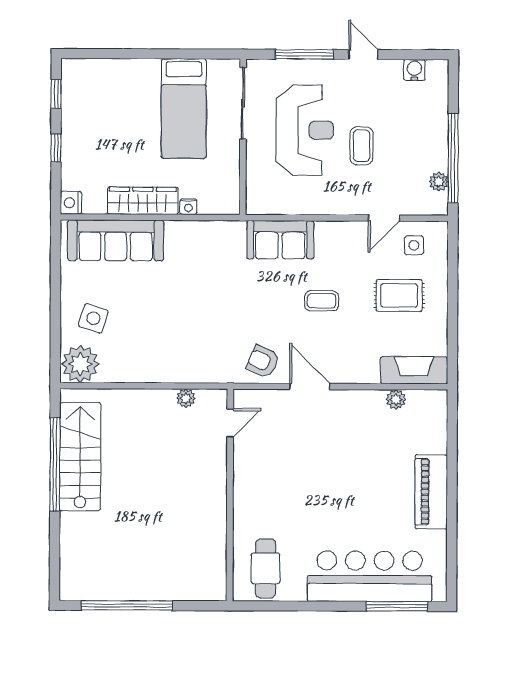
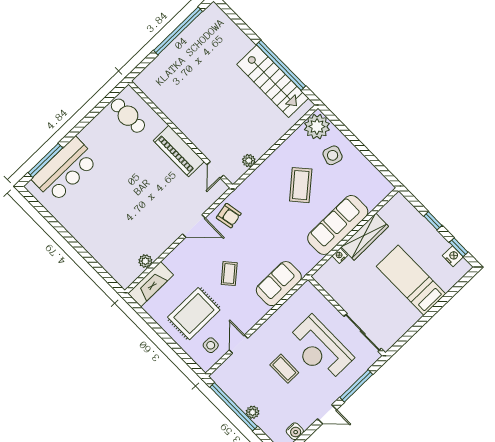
bed: (184, 108) -> (411, 280), moved
plant: (439, 182) -> (253, 412), moved
nightstand: (71, 203) -> (453, 256), moved
sofa: (116, 240) -> (338, 225), moved
rug: (399, 295) -> (194, 314), width x1.36, depth x1.43
coffee table: (322, 301) -> (229, 274), turned -41
coffee table: (157, 320) -> (301, 185), added
armchair: (263, 362) -> (229, 216), turned 56
piano: (431, 492) -> (179, 151), moved, turned 180
bar counter: (370, 576) -> (65, 170), width x0.73

